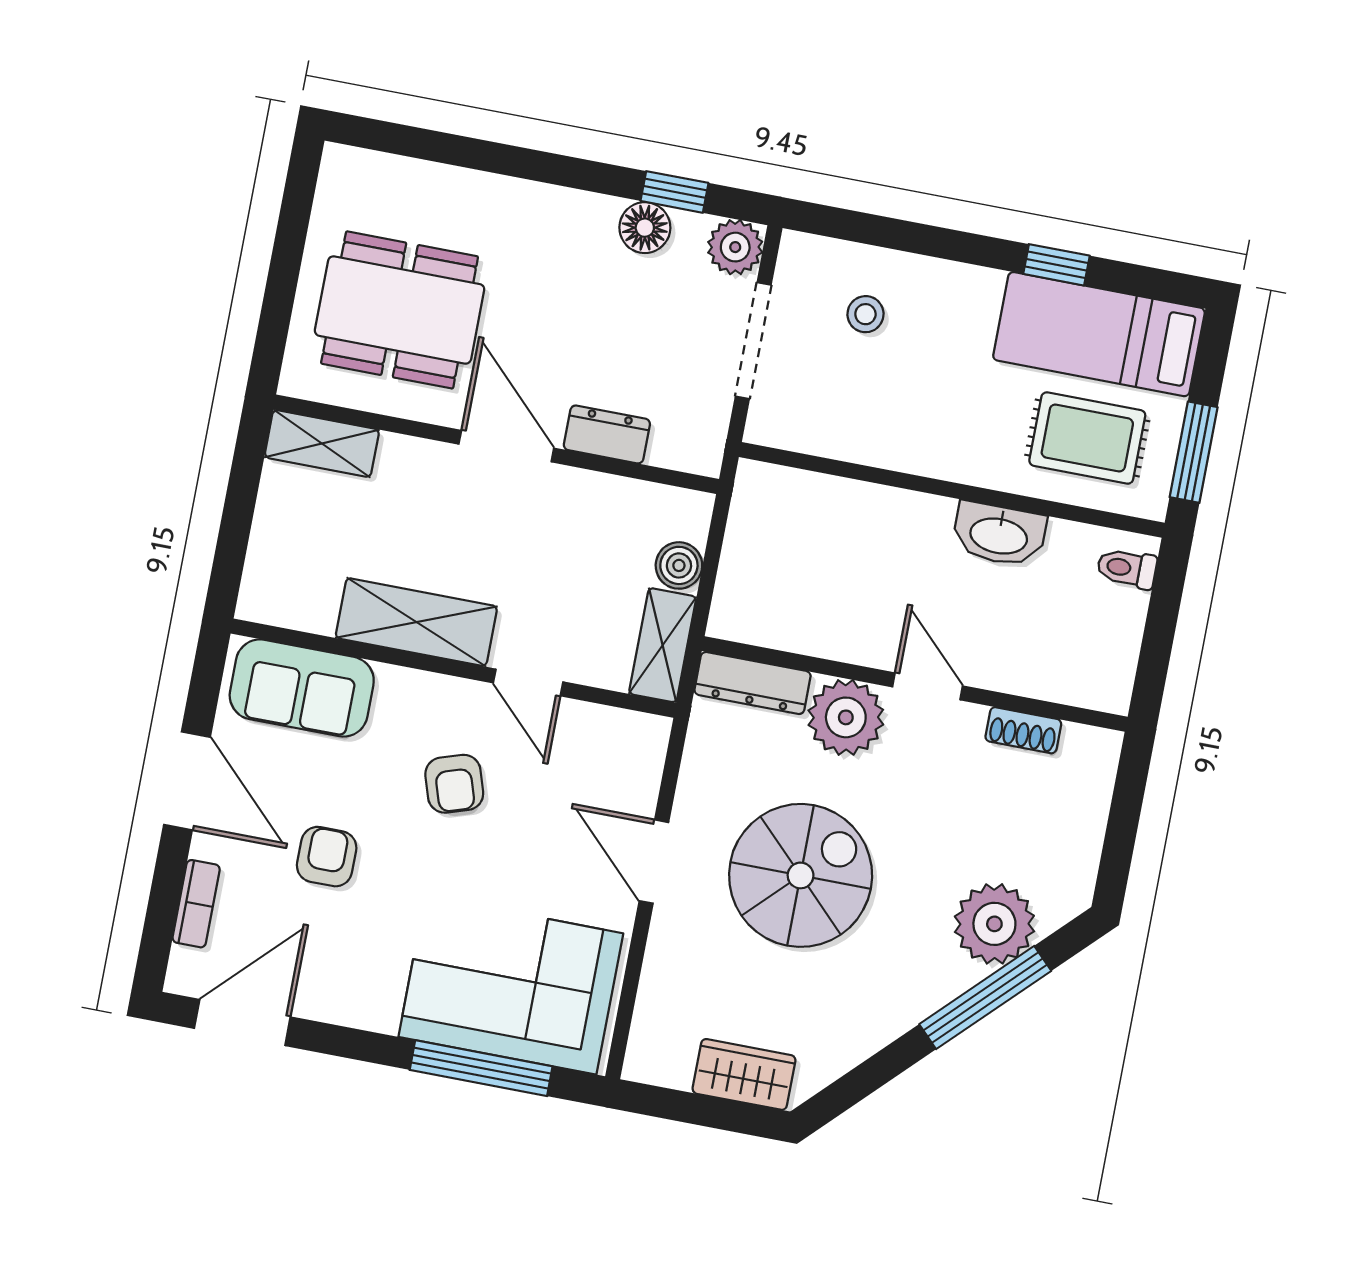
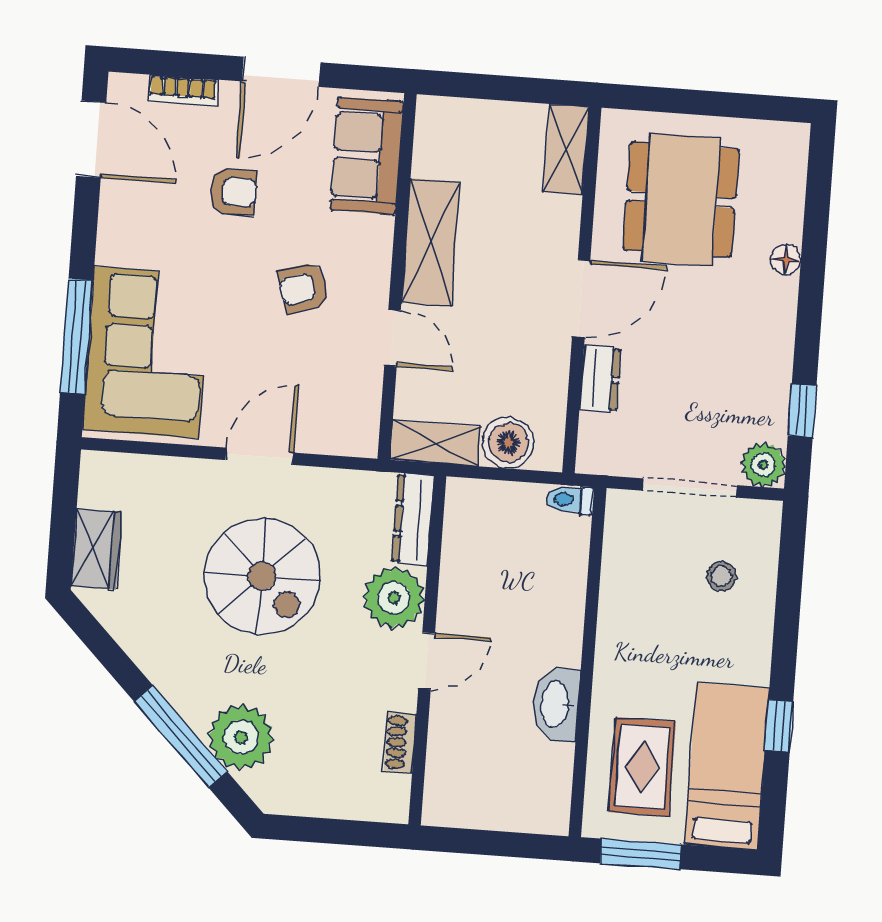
floor lamp: (645, 228) -> (786, 260), moved, width x0.73, depth x0.73
boiler: (679, 565) -> (508, 443), width x1.36, depth x1.36
toilet: (1127, 568) -> (570, 500), moved, turned -90
door: (528, 682) -> (392, 338), swing flipped

